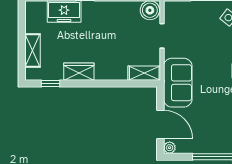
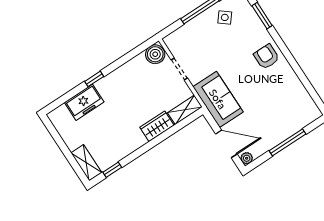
shelving: (33, 51) -> (86, 163), moved
wardrobe: (79, 72) -> (157, 126), moved

